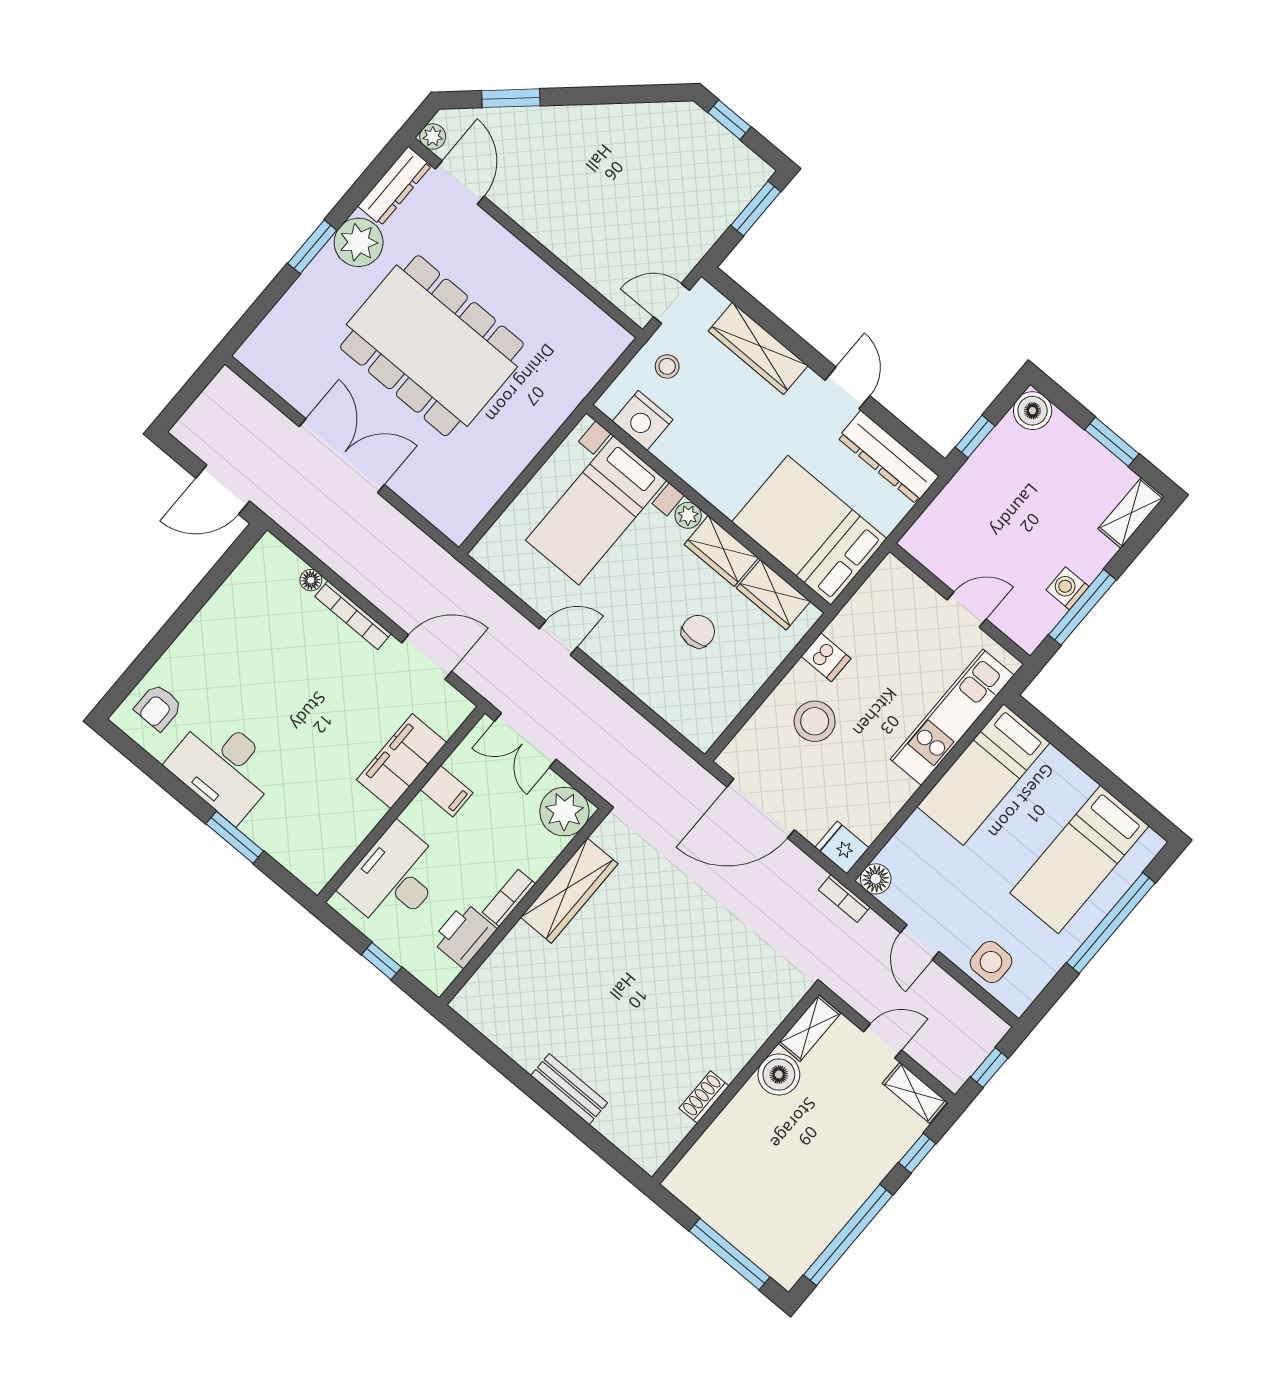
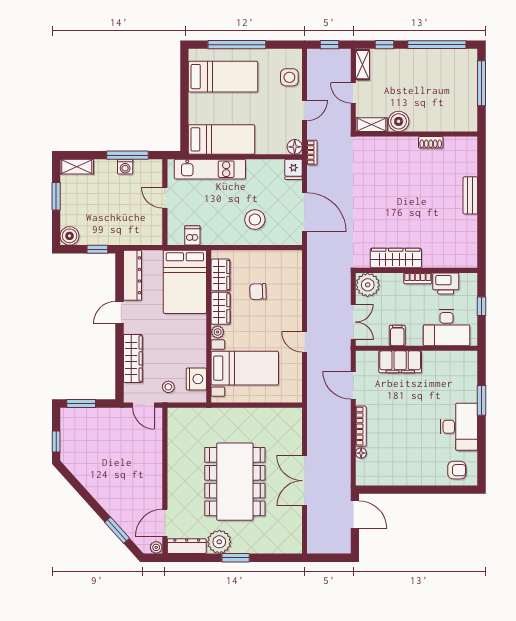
dishwasher: (826, 657) -> (192, 235), moved

